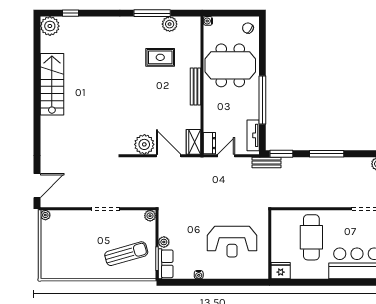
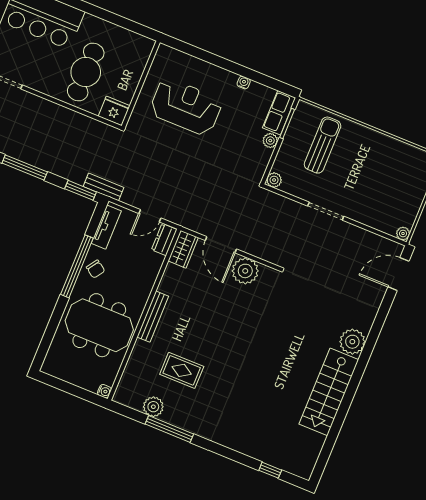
plant: (50, 26) -> (352, 342), moved
chair: (248, 28) -> (96, 269), moved
sun lounger: (126, 254) -> (323, 145), turned 106
fridge: (281, 271) -> (114, 111), moved, turned 180

